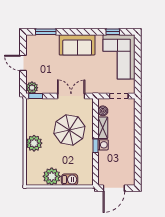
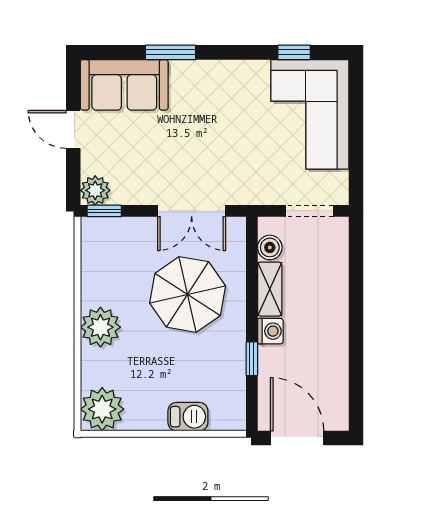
window: (46, 32) -> (170, 52), moved
sofa: (77, 45) -> (124, 85), moved
double door: (71, 96) -> (192, 211), swing flipped
window: (95, 146) -> (252, 359), moved
plant: (52, 176) -> (102, 409), moved
door: (114, 188) -> (297, 438), swing flipped

